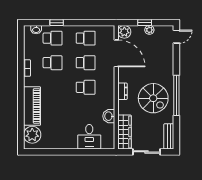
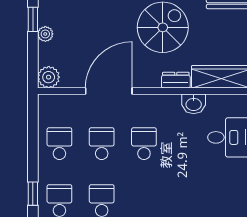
window: (145, 23) -> (33, 19), moved
door: (116, 53) -> (109, 91), moved
dresser: (122, 91) -> (176, 80), moved

